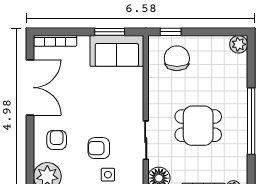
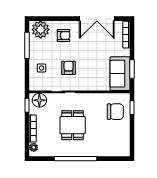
plant: (239, 44) -> (124, 151), removed
armchair: (99, 148) -> (68, 68), moved

